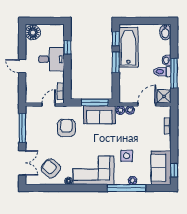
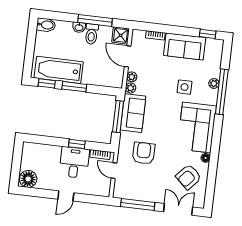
window: (67, 47) -> (77, 144), moved
desk: (51, 59) -> (74, 162), moved
armchair: (66, 128) -> (144, 153), turned 90
sofa: (161, 168) -> (185, 47), moved

